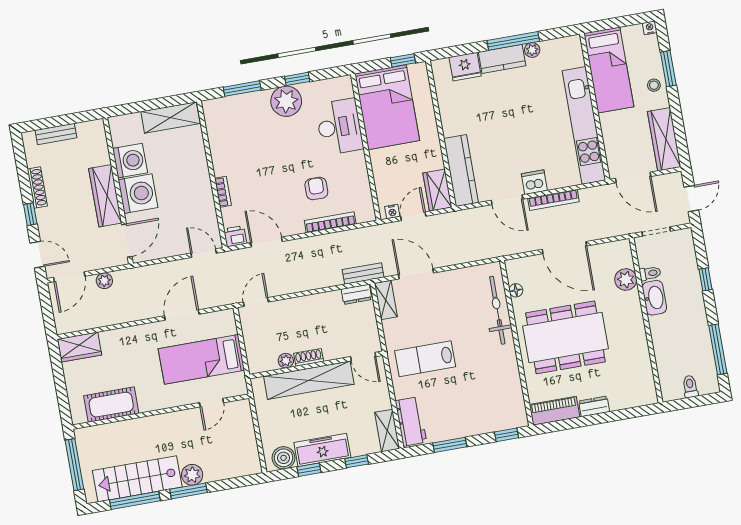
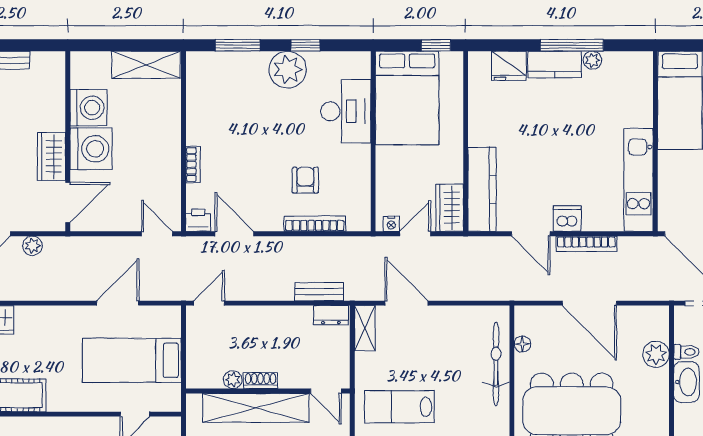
kitchen unit: (584, 125) -> (638, 180), width x0.73
wardrobe: (105, 196) -> (51, 156), width x0.67
bench: (363, 273) -> (319, 292), moved

